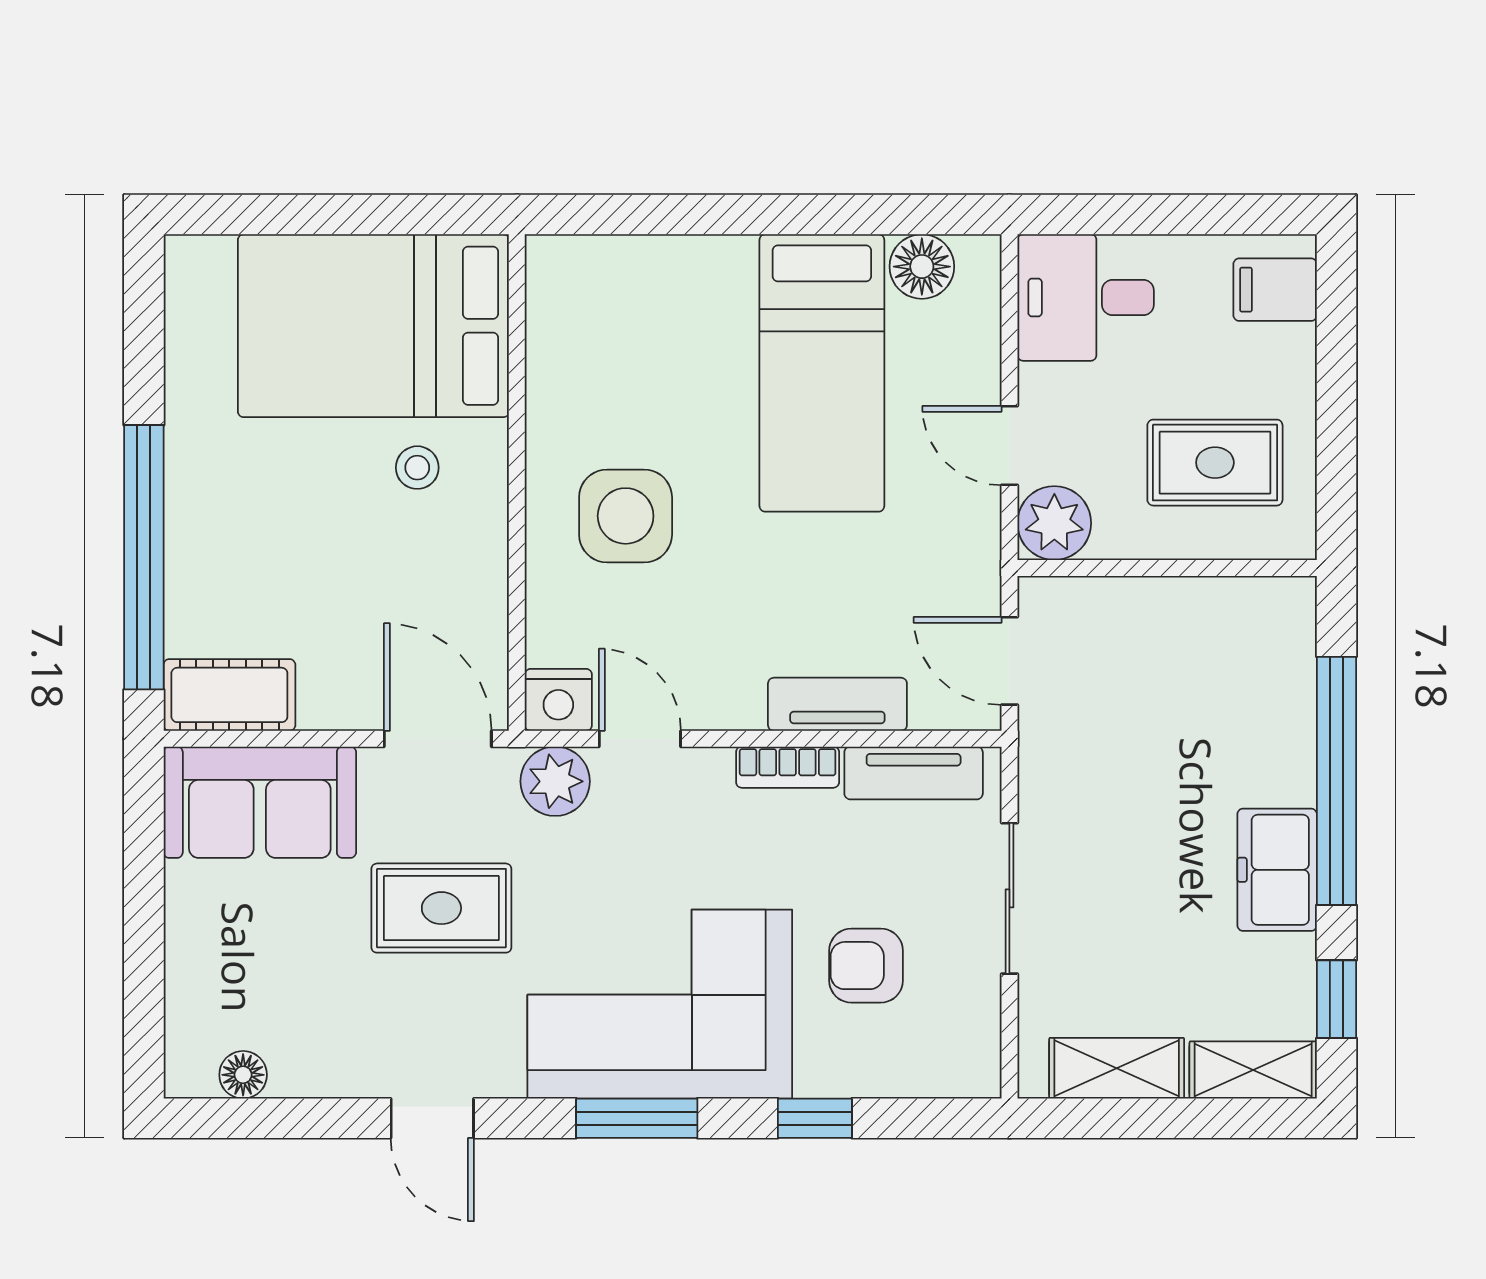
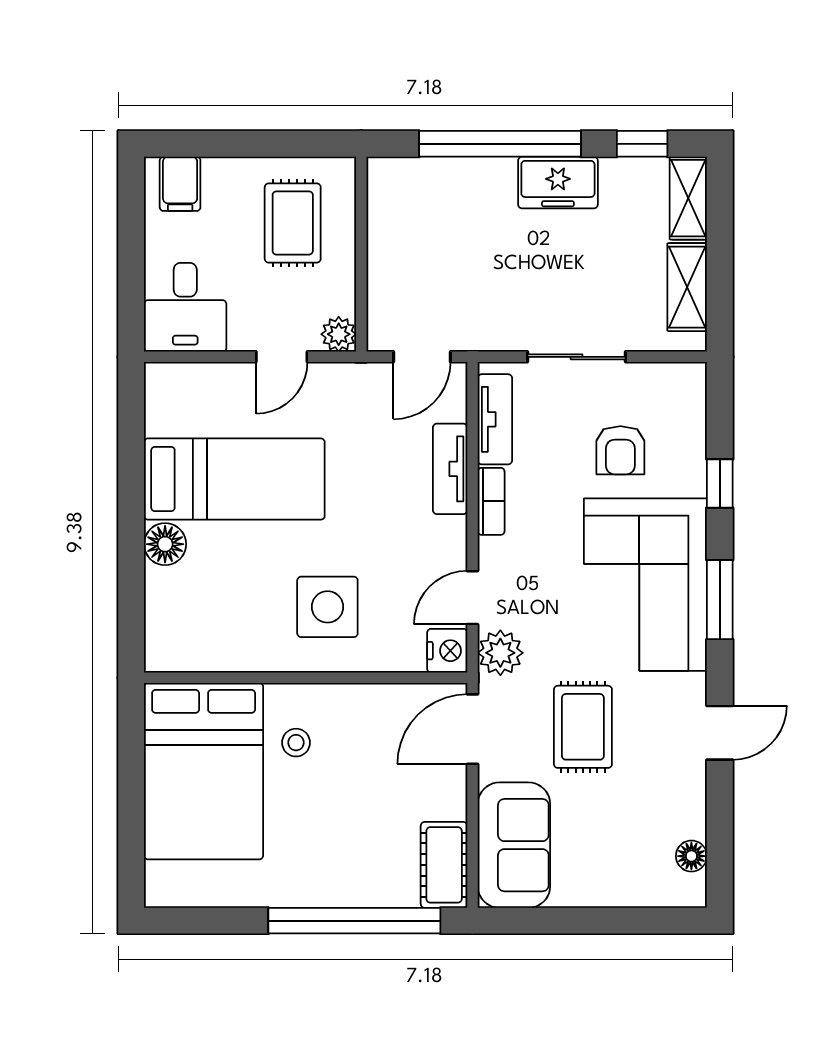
floor lamp: (922, 267) -> (165, 544), moved
plant: (1054, 523) -> (339, 334), width x0.73, depth x0.73

